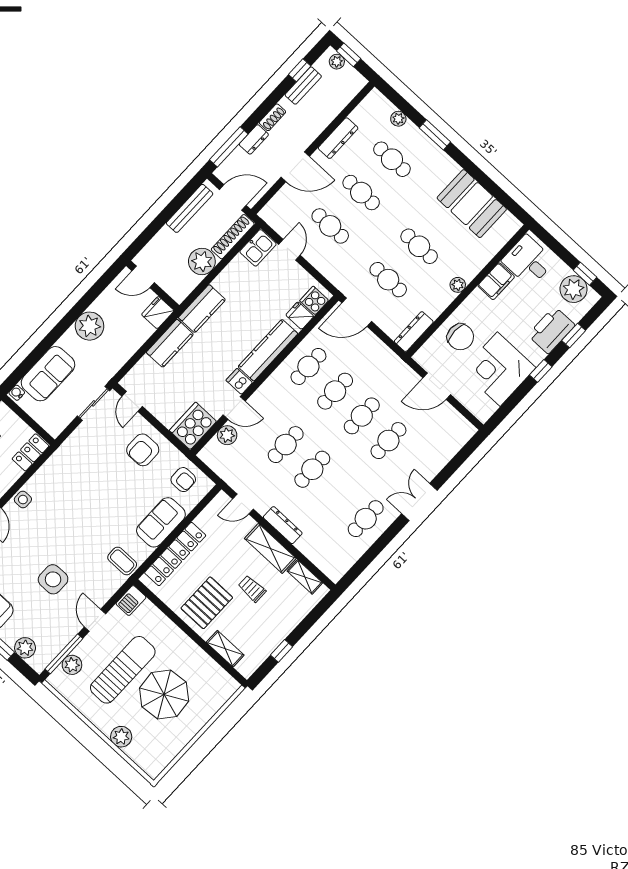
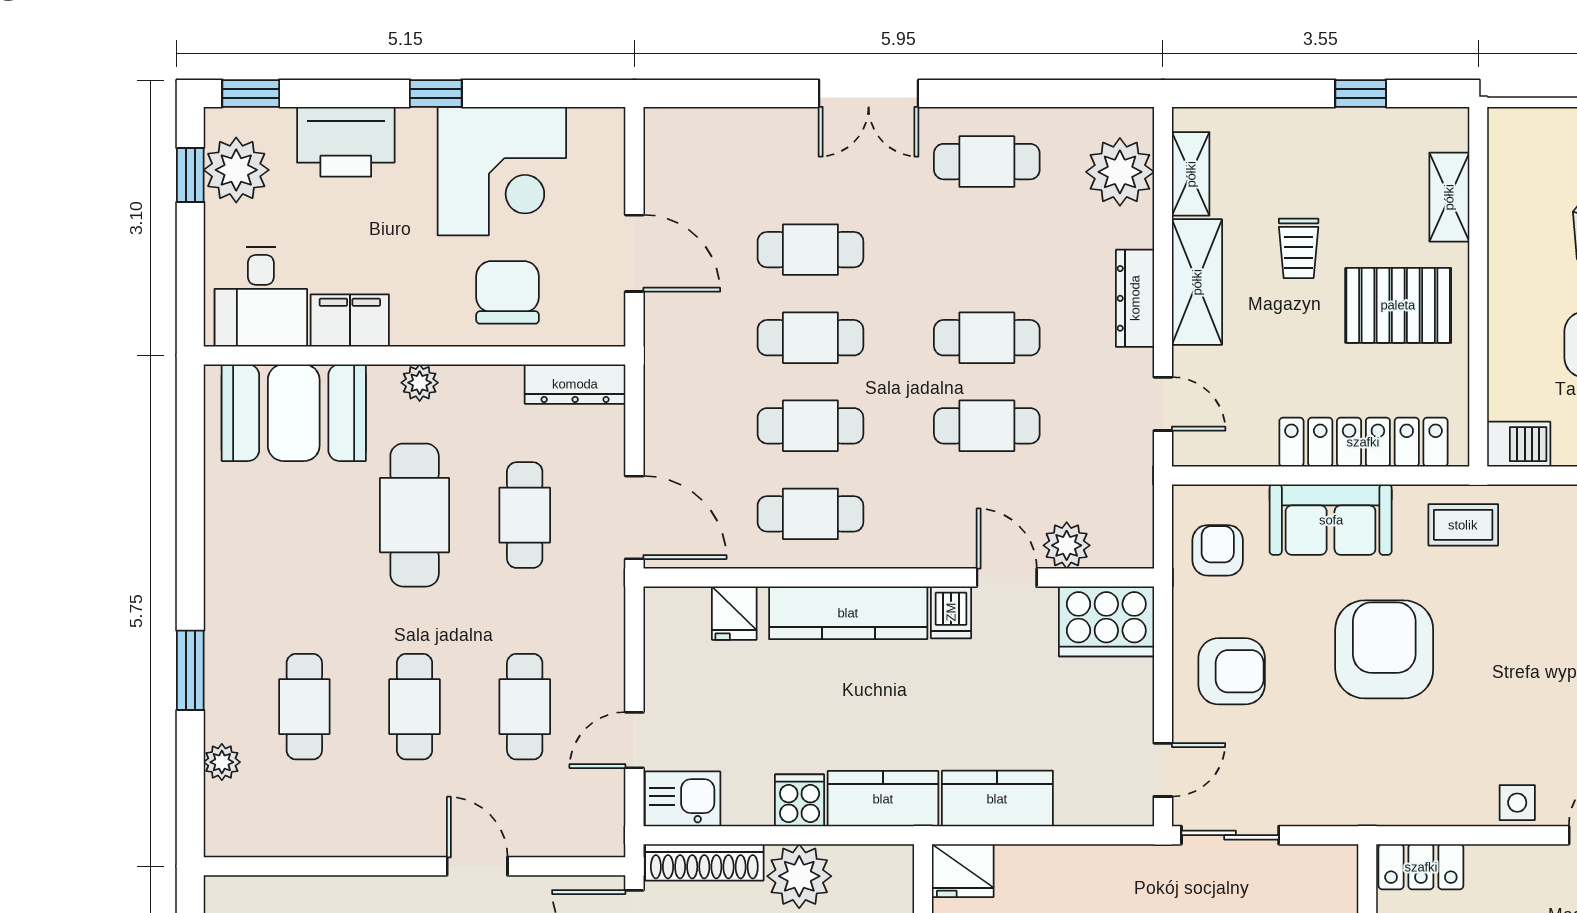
dresser: (338, 138) -> (356, 837), removed
door: (295, 167) -> (477, 866), width x0.73
booth: (472, 204) -> (294, 413), moved, turned 90
cafe table: (419, 246) -> (415, 515), width x1.37, depth x1.35
cooker: (314, 301) -> (800, 800), moved, turned 180
window: (574, 335) -> (251, 93), moved
armchair: (107, 502) -> (1384, 649), added
plant: (325, 556) -> (1120, 172), added
coffee table: (122, 561) -> (1463, 525), turned 90

